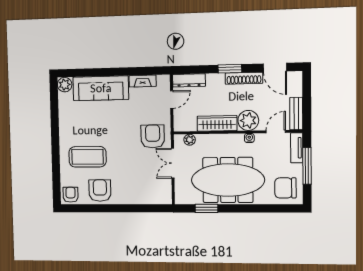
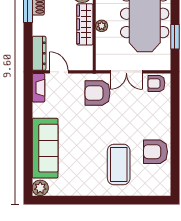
fireplace: (143, 81) -> (38, 88), moved
plant: (190, 140) -> (102, 26), moved
armchair: (71, 195) -> (156, 83), moved

